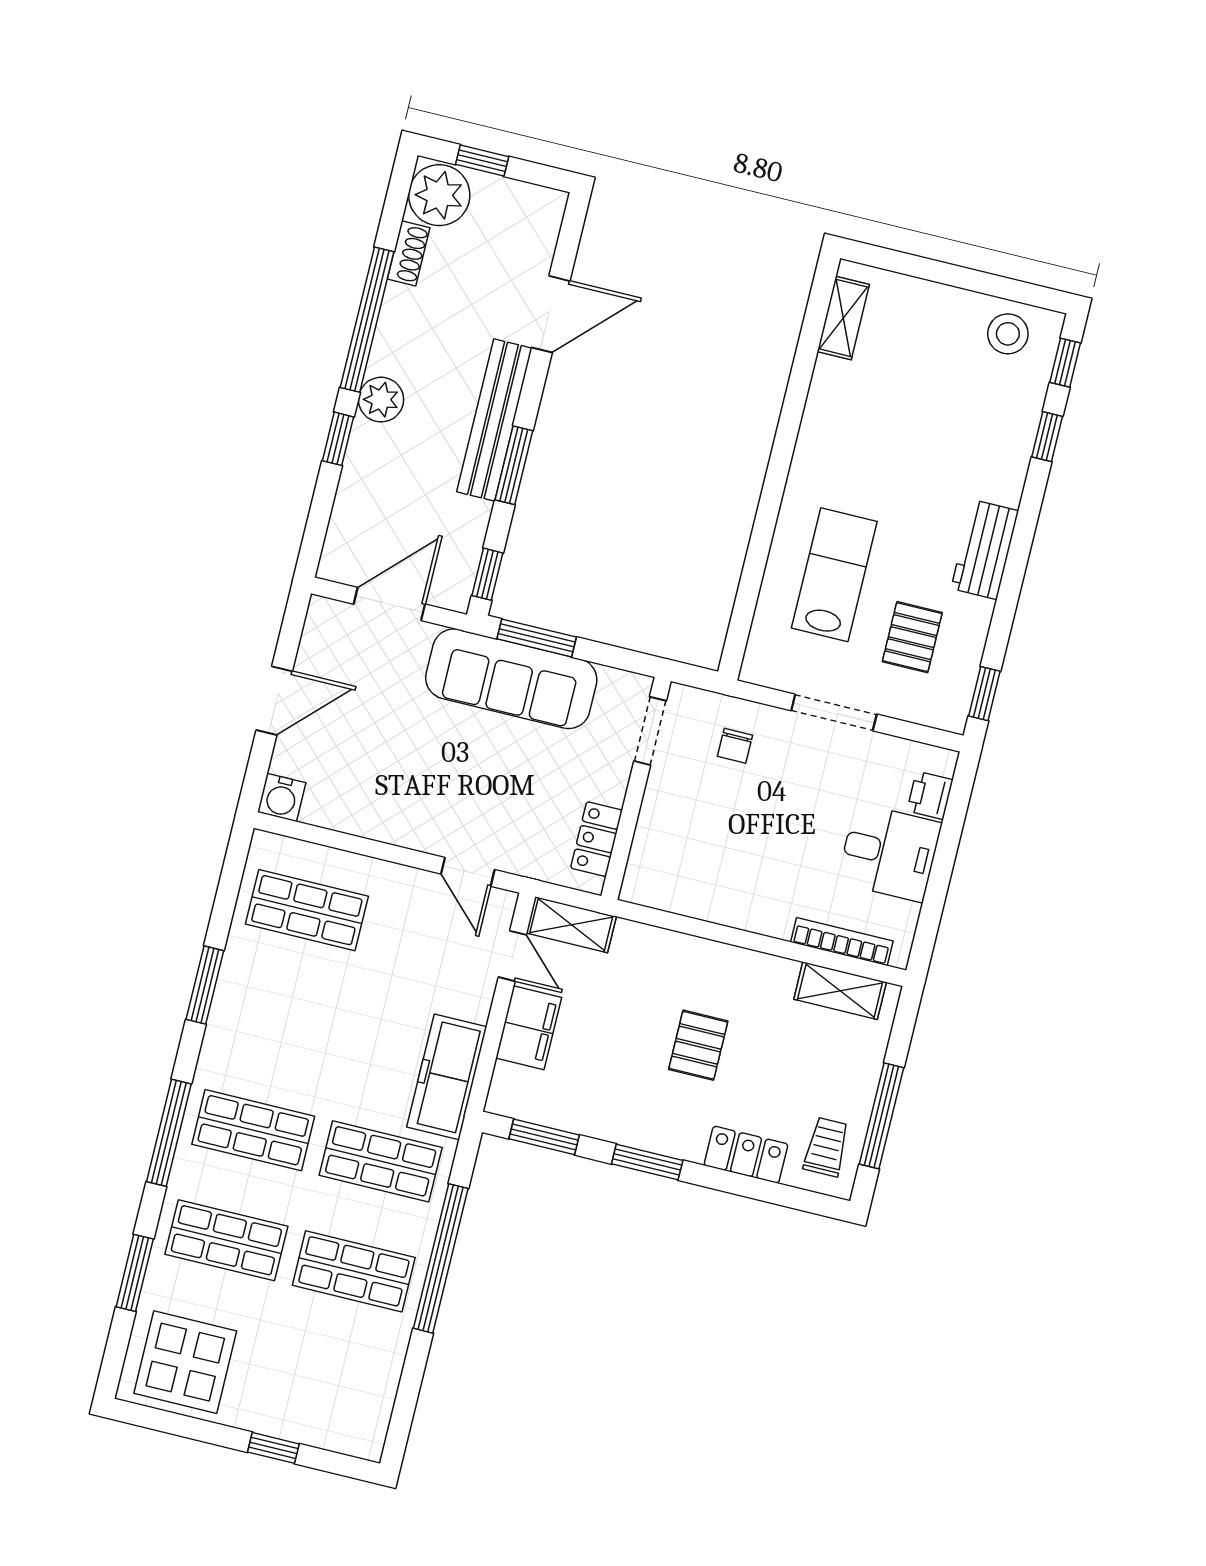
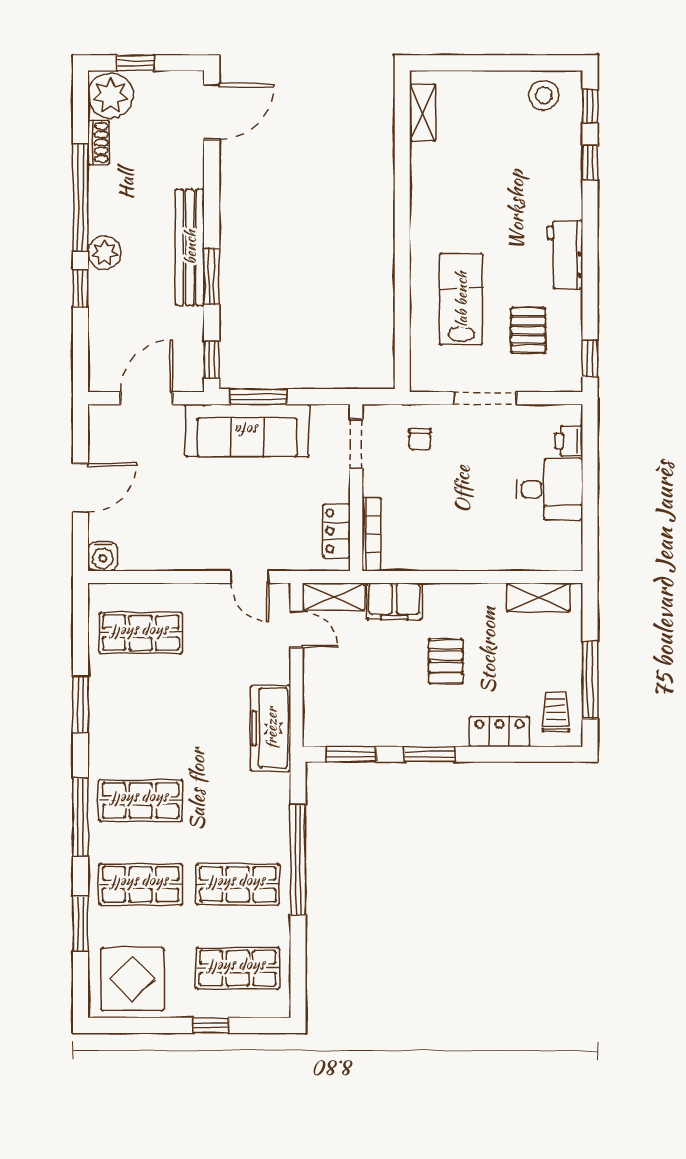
door: (551, 314) -> (212, 112), moved
bookcase: (842, 942) -> (371, 534), moved, turned 90
filing cabinet: (529, 1028) -> (394, 601), moved, turned 90
shop shelf: (381, 1161) -> (238, 968), moved

